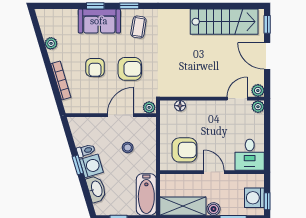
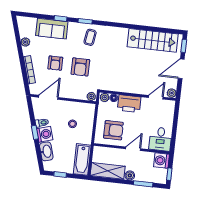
sofa: (99, 21) -> (52, 29), moved
door: (267, 56) -> (181, 69), hinge flipped
armchair: (130, 69) -> (80, 67), turned 90
plant: (258, 107) -> (105, 97), moved
printer: (202, 111) -> (129, 104), added
door: (121, 115) -> (48, 97), moved
door: (214, 172) -> (133, 149), hinge flipped
washing machine: (254, 198) -> (161, 160), moved

